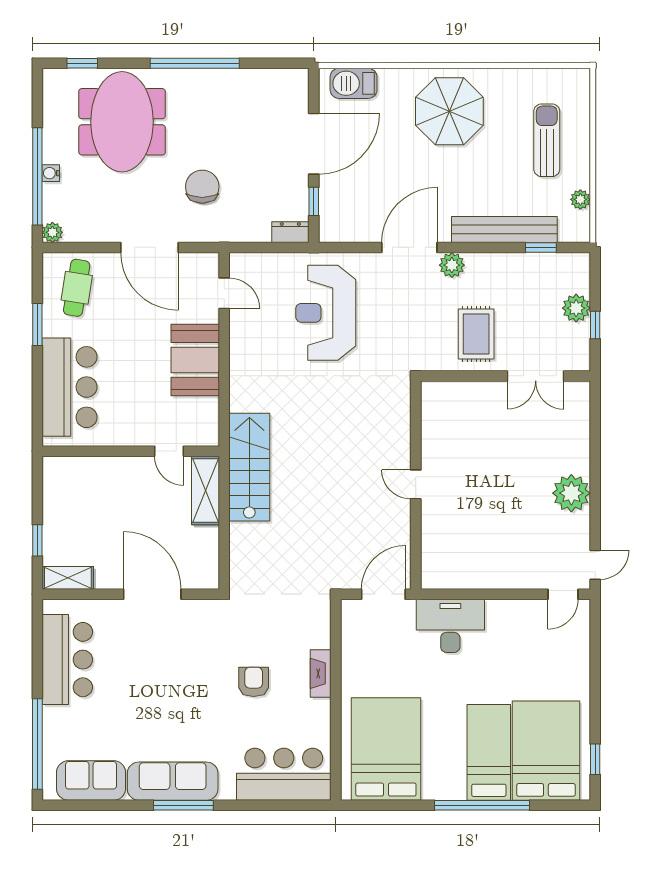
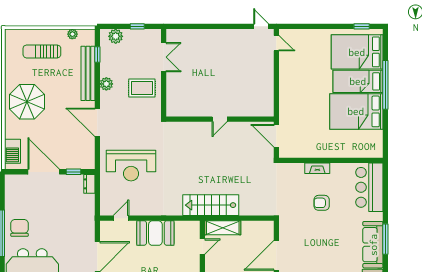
chair: (202, 187) -> (20, 228), moved, turned 90
plant: (452, 265) -> (106, 84), moved
plant: (576, 308) -> (116, 36), moved
plant: (571, 493) -> (224, 39), removed
desk: (450, 626) -> (293, 101), removed
bed: (386, 749) -> (356, 111), moved

